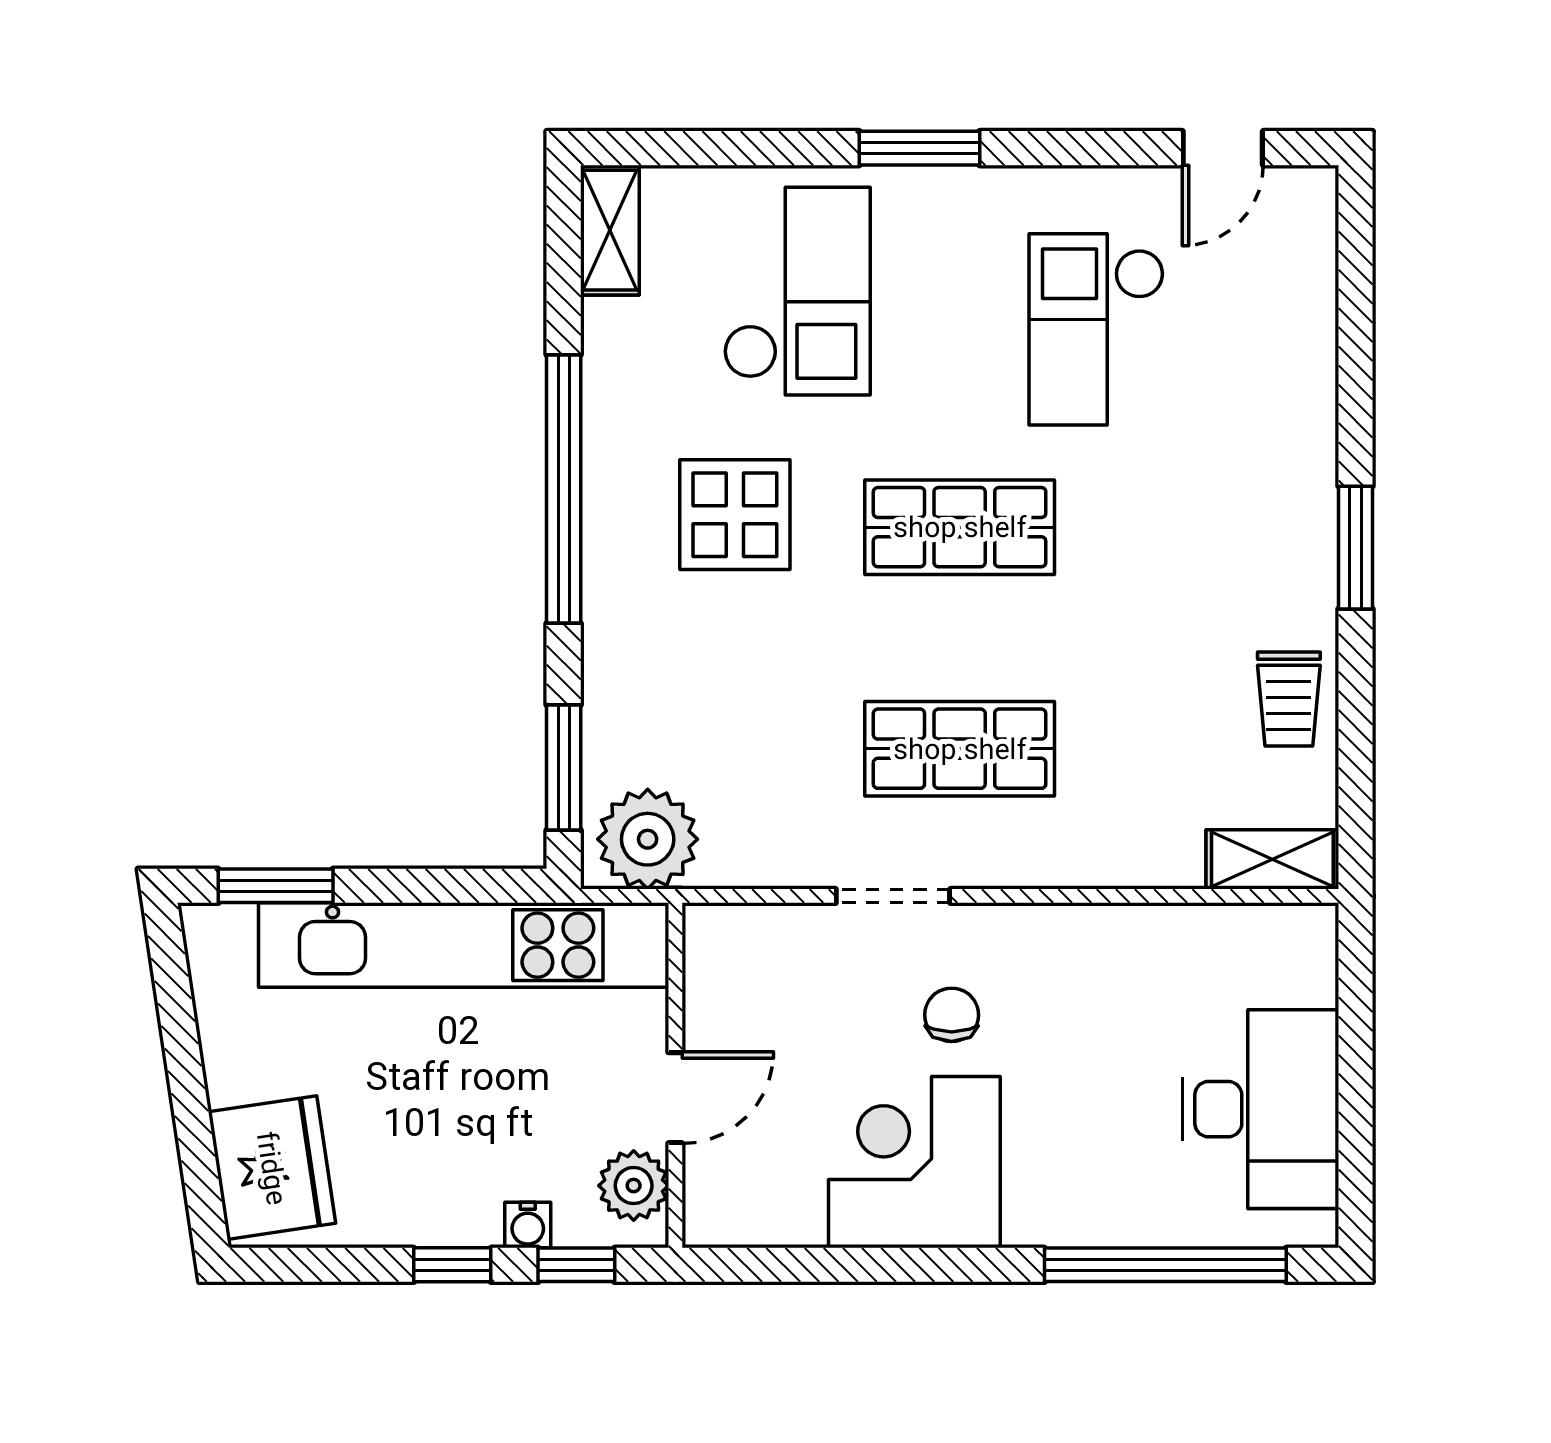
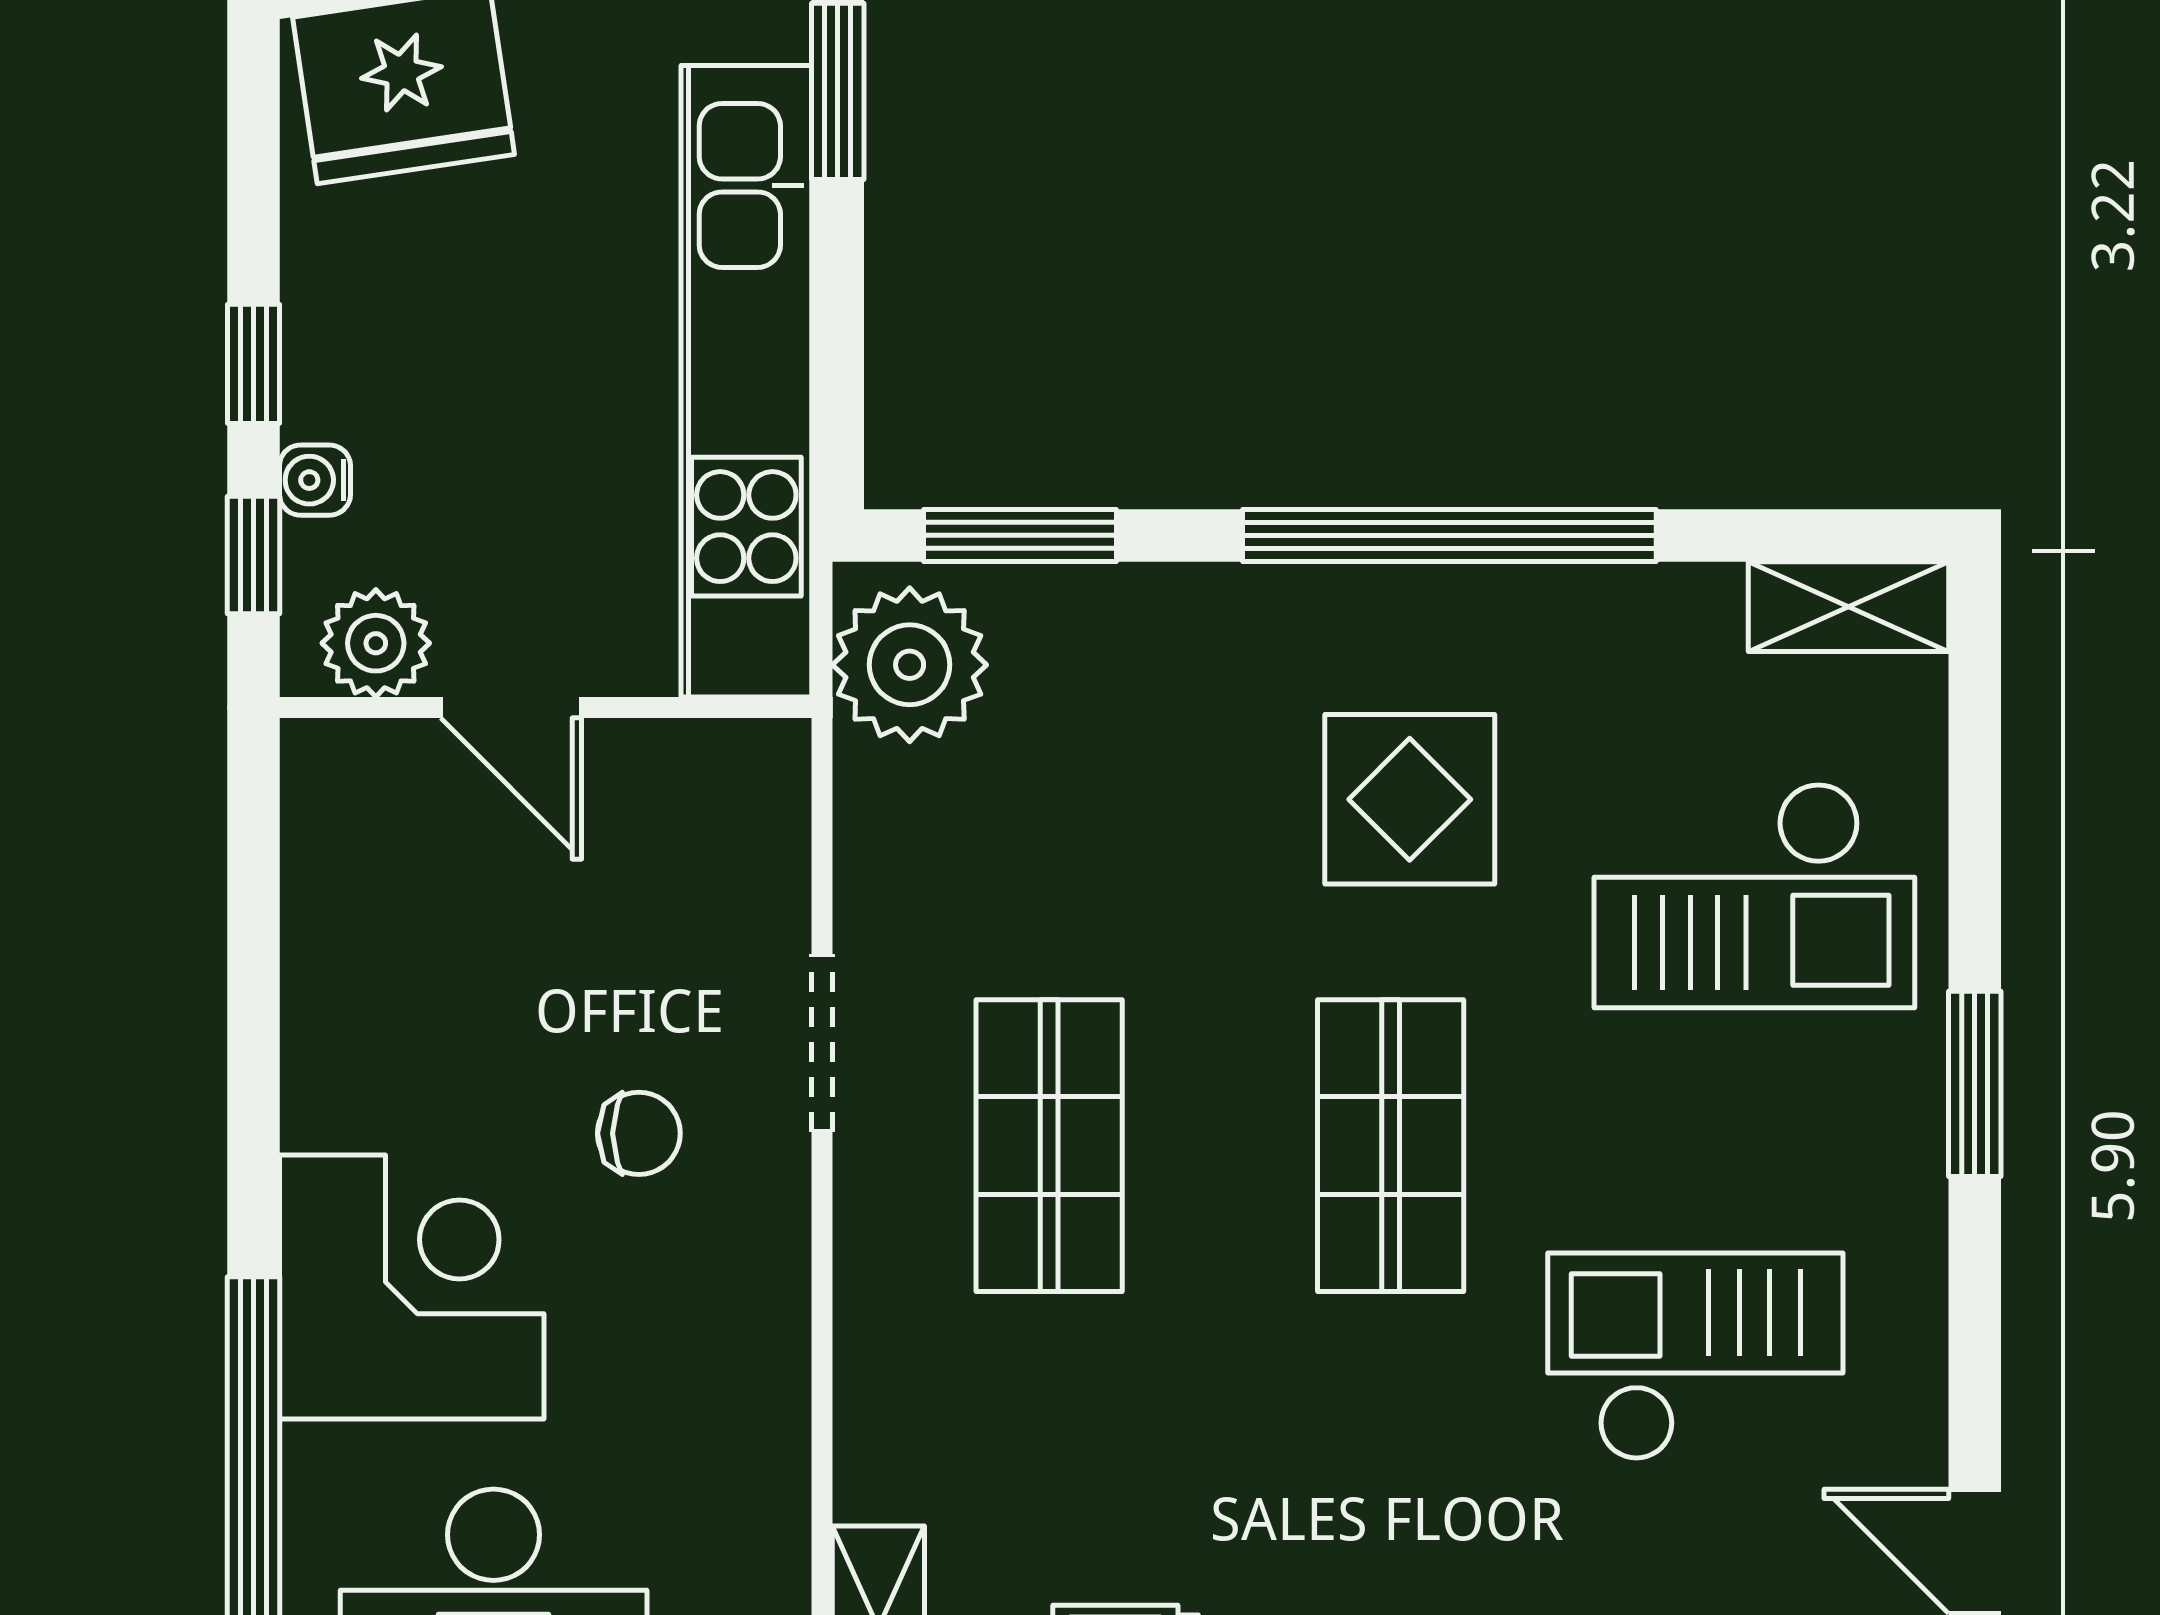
corner desk: (914, 1162) -> (412, 1287), moved

